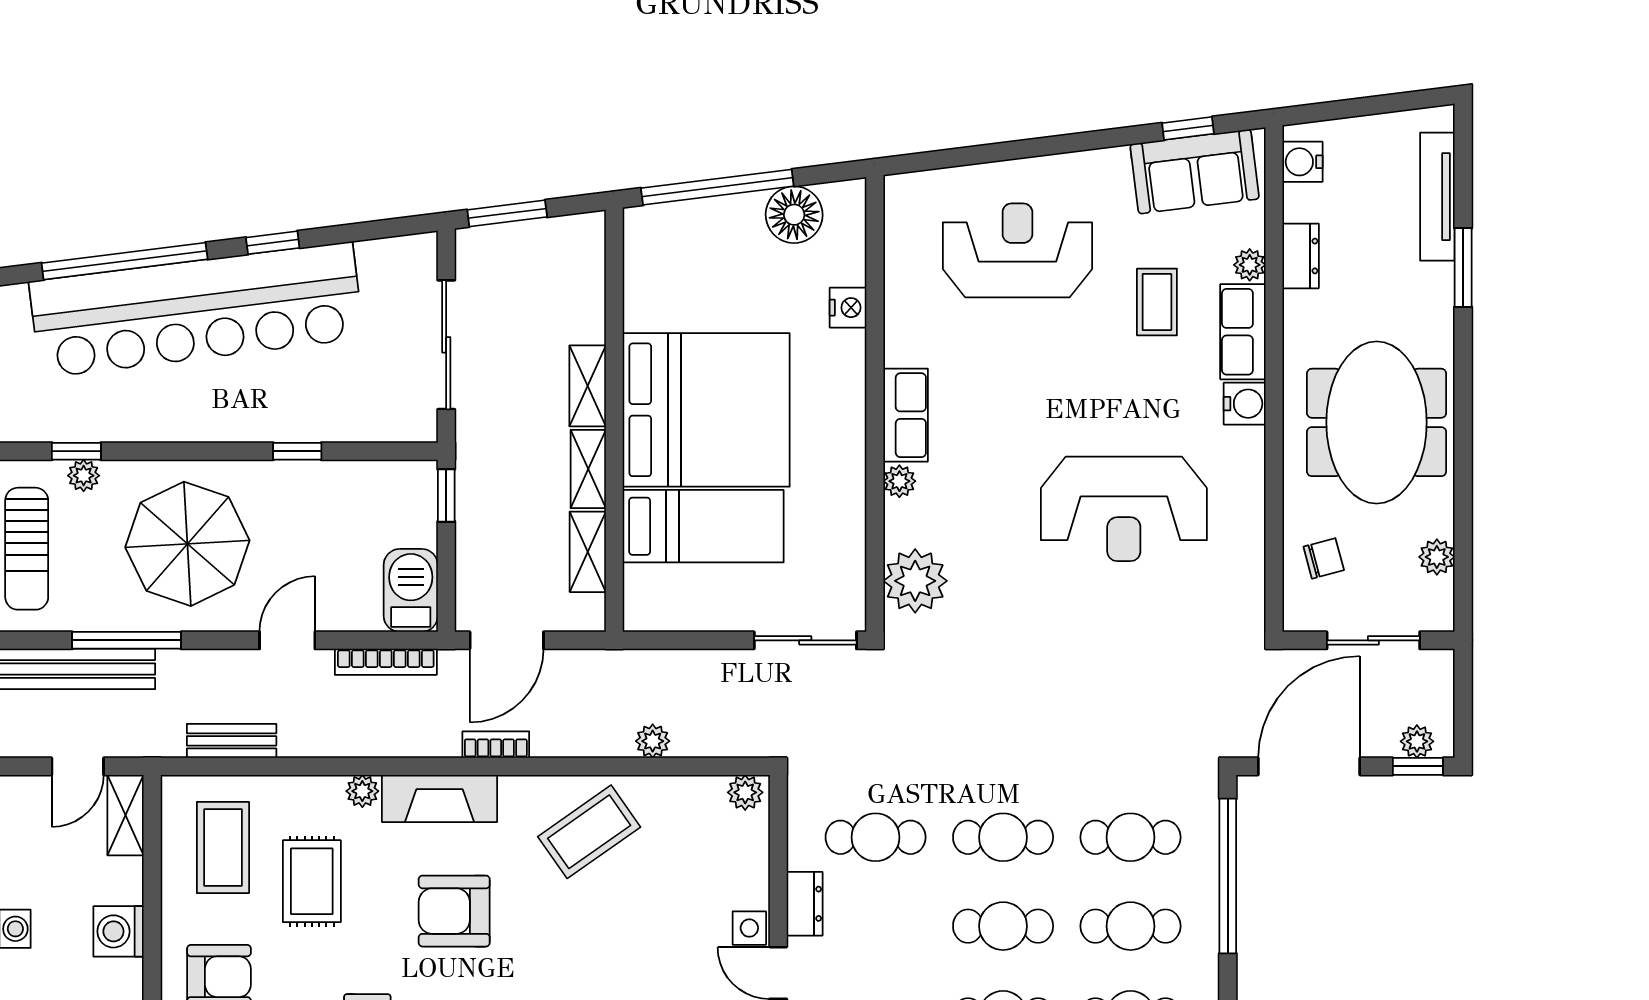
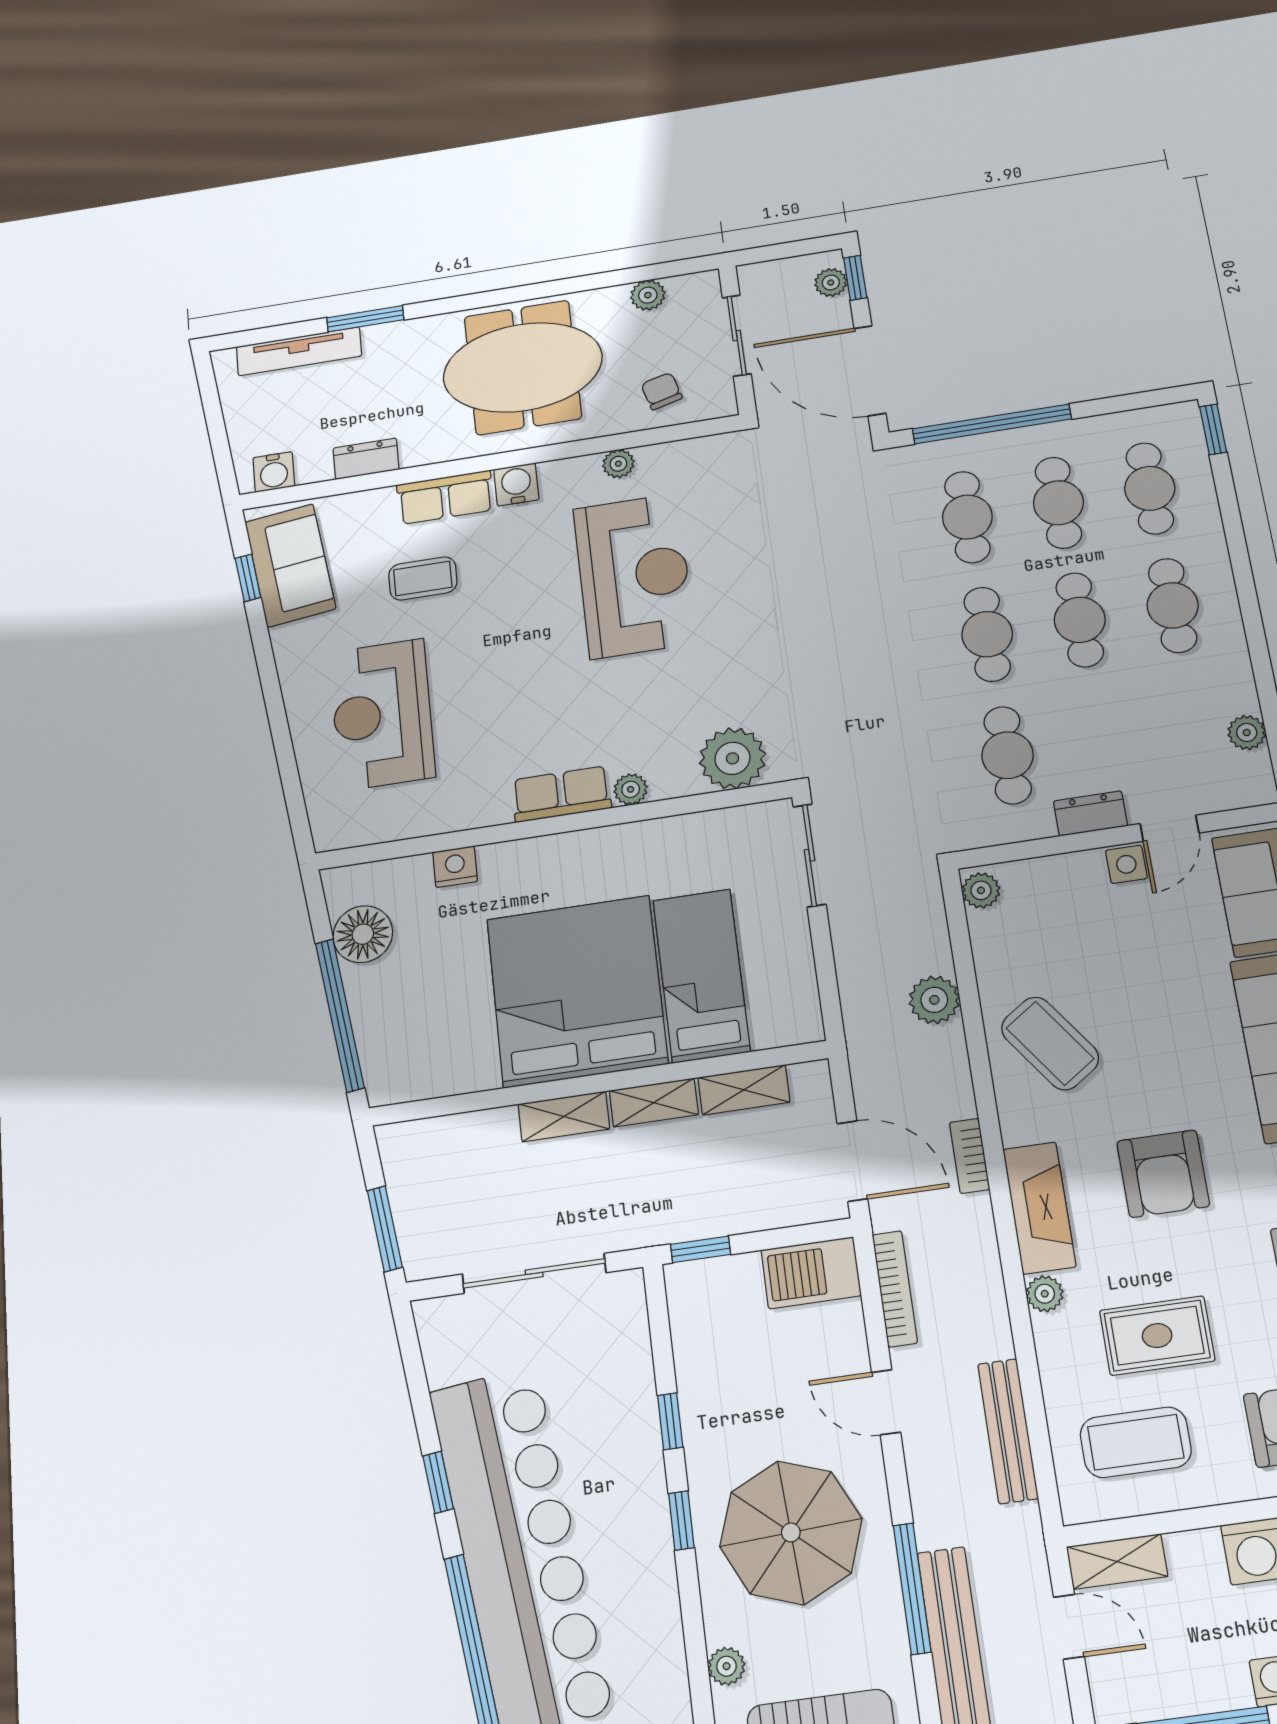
plant: (1250, 265) -> (618, 464), moved
window: (76, 451) -> (681, 1521), moved
bench: (232, 741) -> (1008, 1431), width x1.36
plant: (653, 741) -> (934, 1000), width x1.38, depth x1.38

